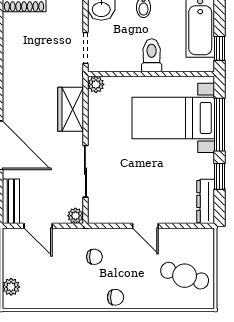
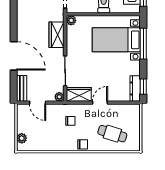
window: (220, 176) -> (143, 87), moved
wardrobe: (109, 212) -> (79, 94), added
door: (145, 226) -> (100, 103), swing flipped
cafe table: (185, 276) -> (112, 134), moved

